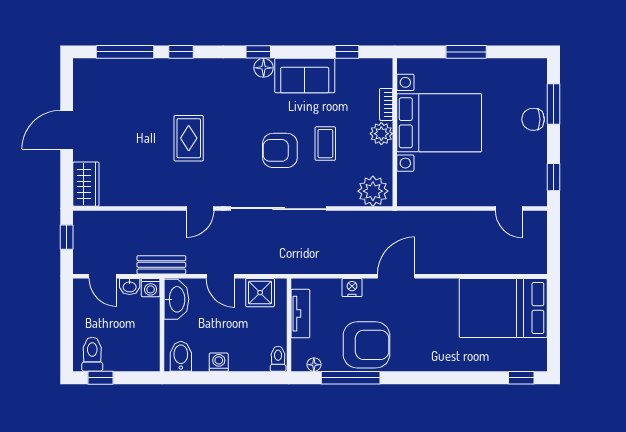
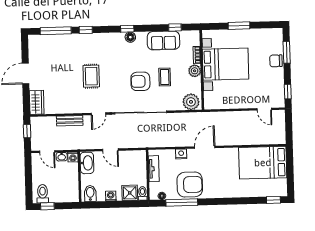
sofa: (305, 76) -> (163, 40), moved
bench: (161, 265) -> (70, 121), moved
shower: (260, 293) -> (130, 193), moved

